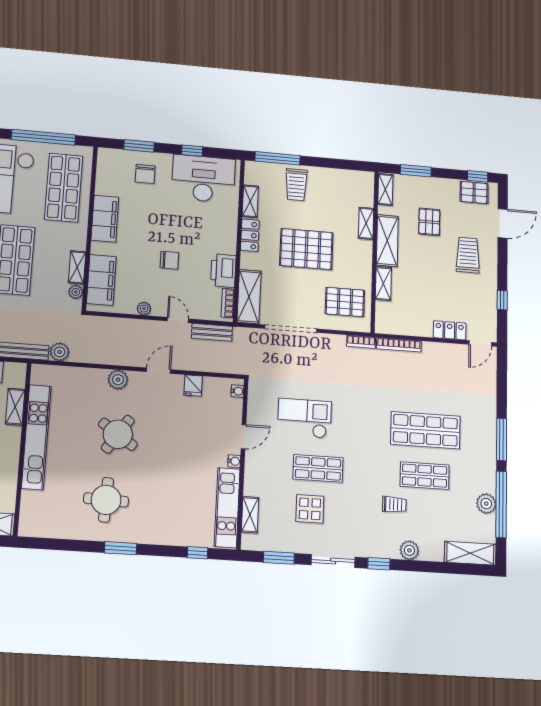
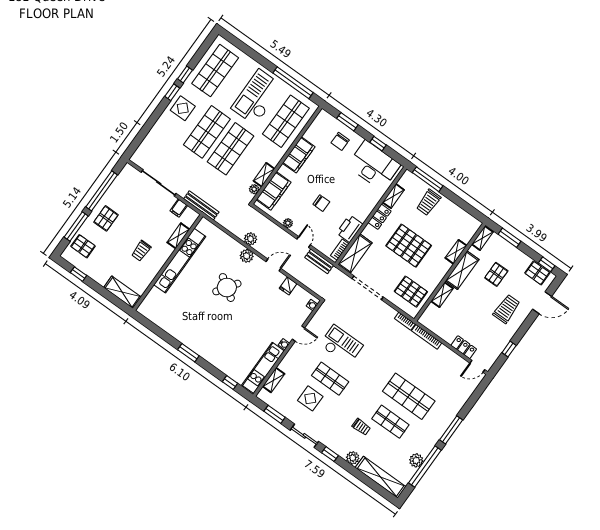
plant: (60, 352) -> (250, 239), moved
round table: (106, 500) -> (197, 321), removed
shelving: (470, 553) -> (381, 477), width x1.47

